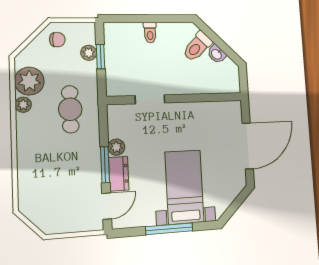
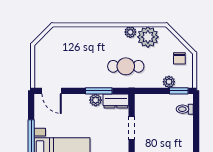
toilet: (150, 33) -> (185, 109), moved
window: (101, 57) -> (179, 91), moved
window: (105, 165) -> (99, 91), moved
dresser: (119, 174) -> (116, 101), moved

